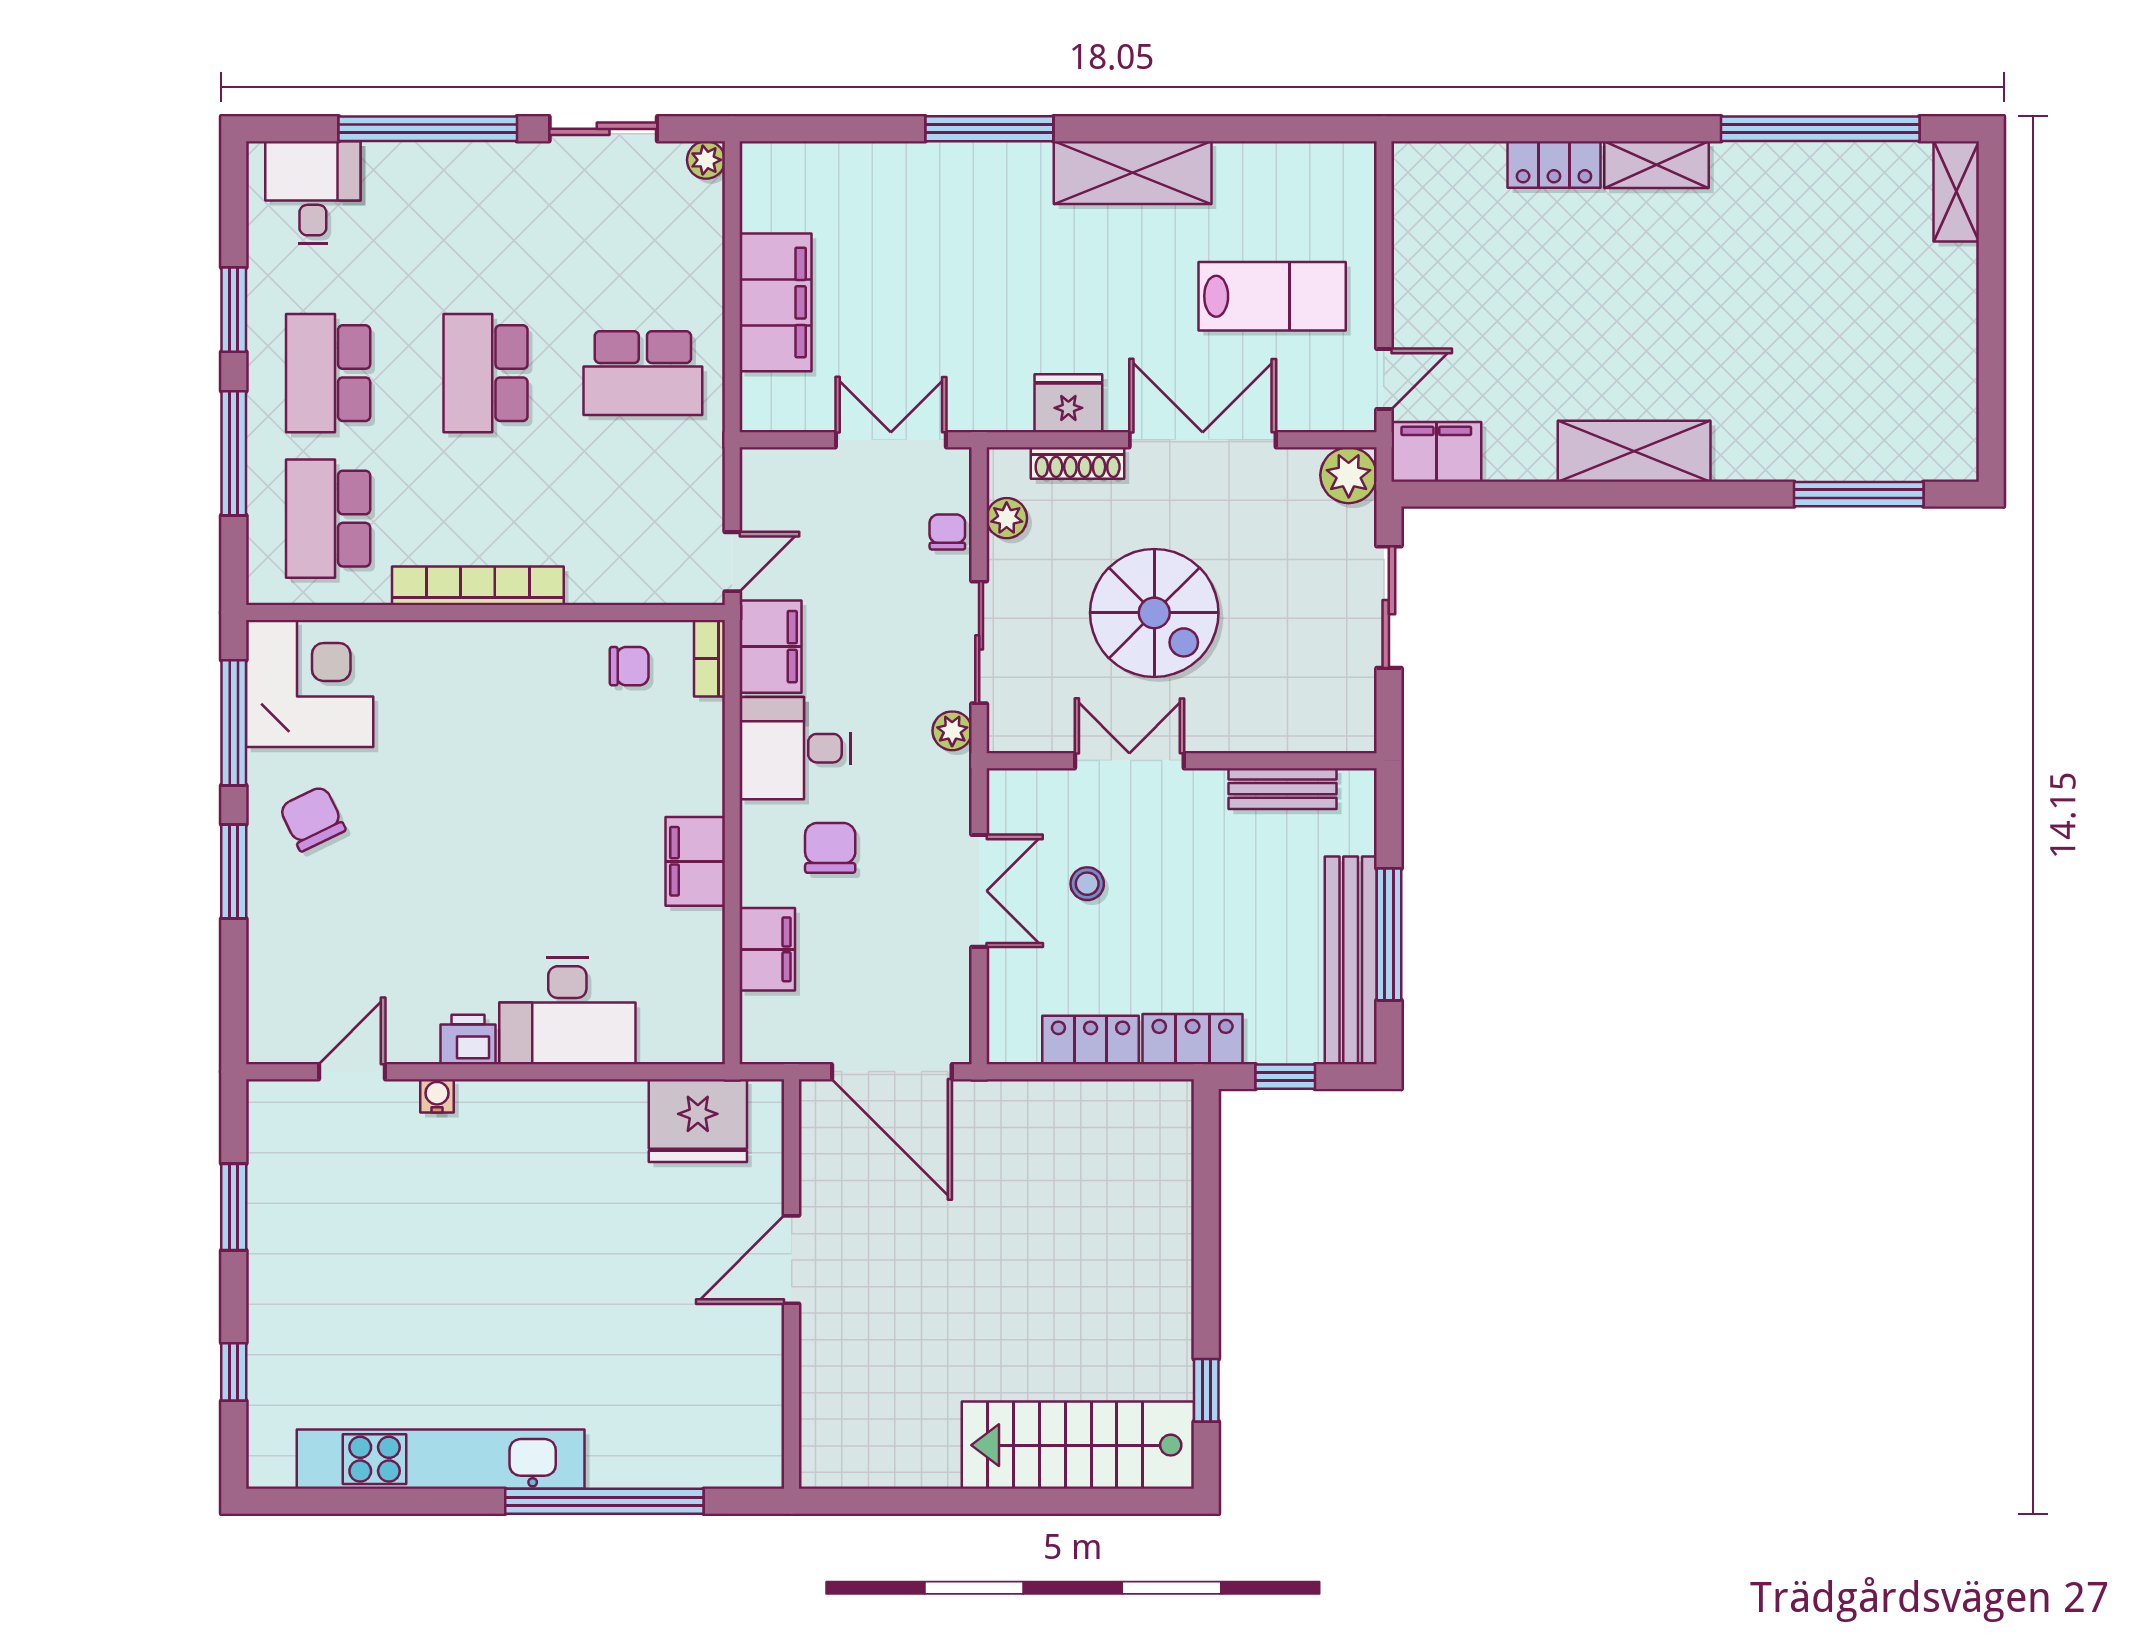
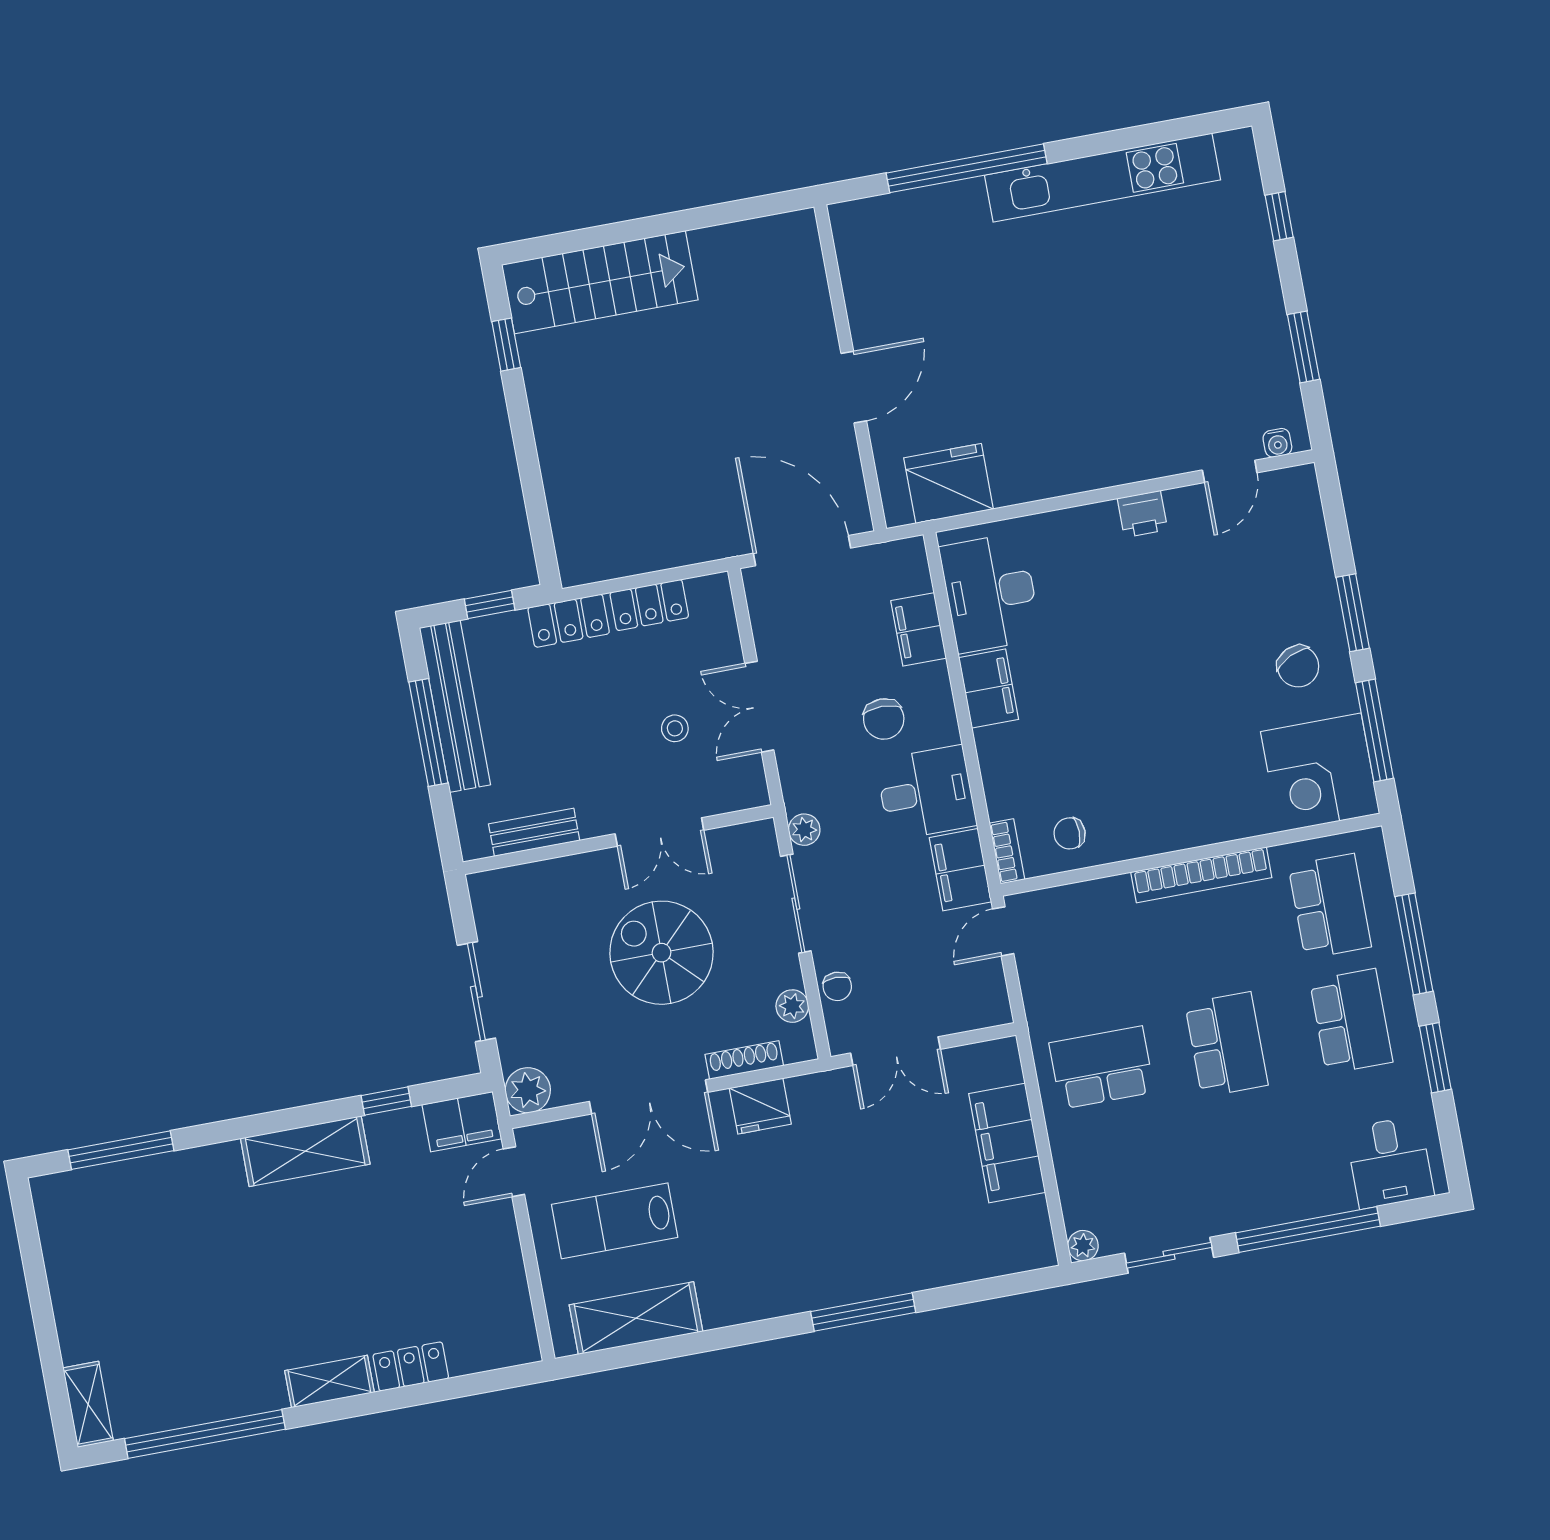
shelving: (1133, 173) -> (636, 1318), moved
window: (1524, 494) -> (386, 1101), added
desk: (567, 1011) -> (990, 593), moved, turned -90
water cooler: (437, 1096) -> (1277, 443), moved

